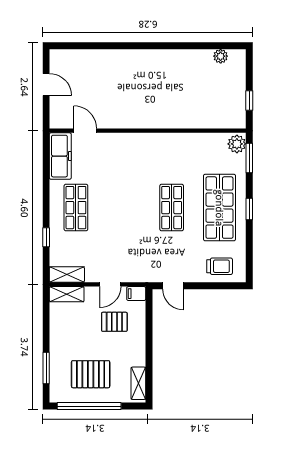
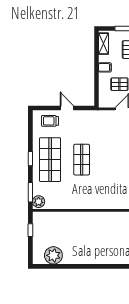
plant: (221, 56) -> (53, 255), width x1.87, depth x1.87
door: (173, 286) -> (67, 108), moved
filing cabinet: (136, 294) -> (105, 67), moved

